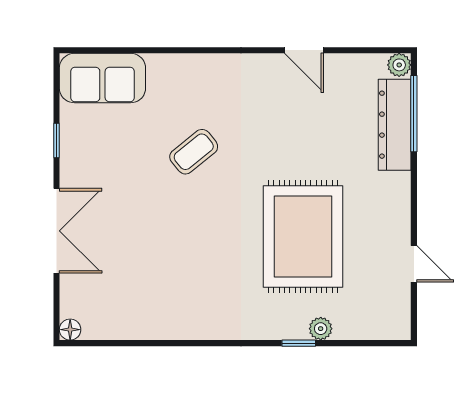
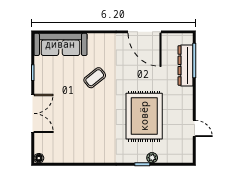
door: (304, 50) -> (145, 32), width x1.88
plant: (399, 65) -> (188, 38), removed
sofa: (102, 78) -> (60, 44), width x1.36

